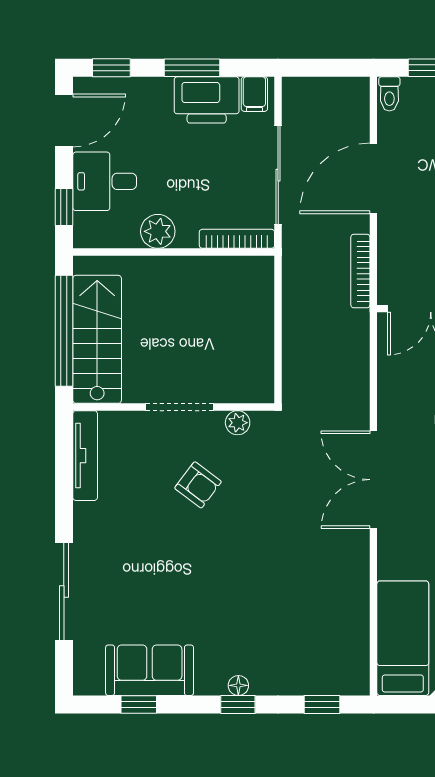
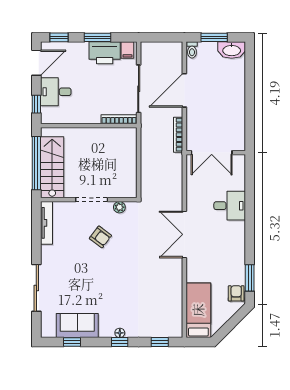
plant: (158, 231) -> (81, 116), removed

